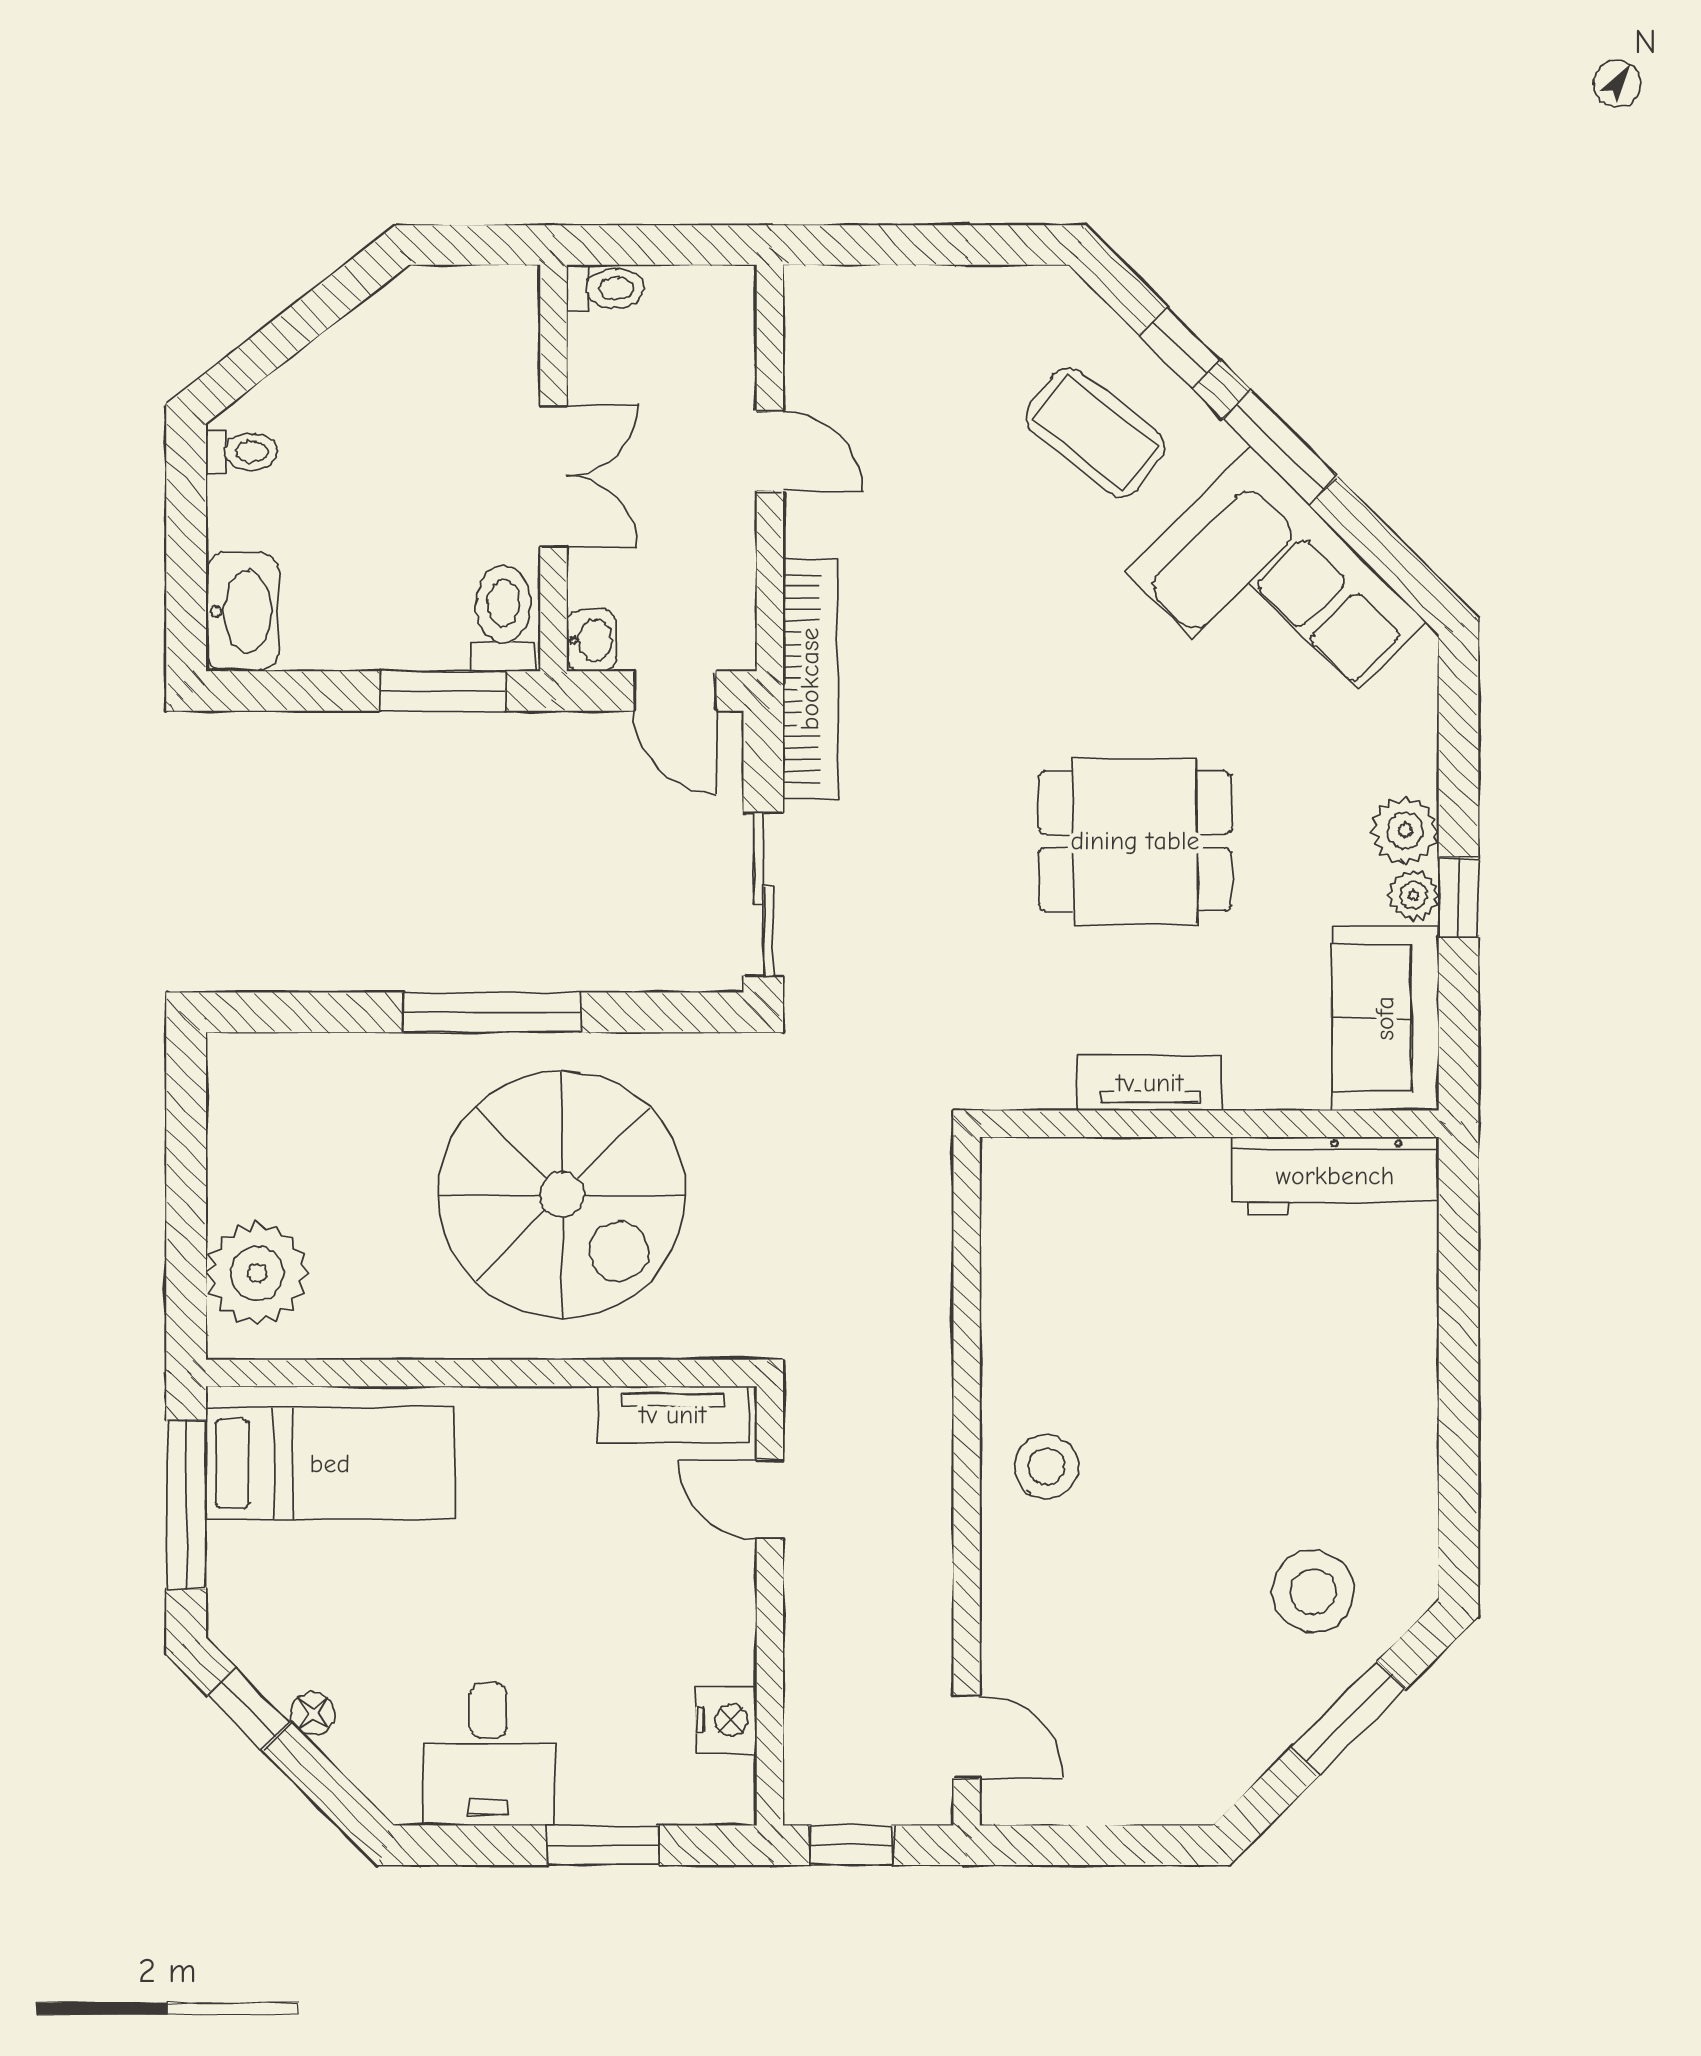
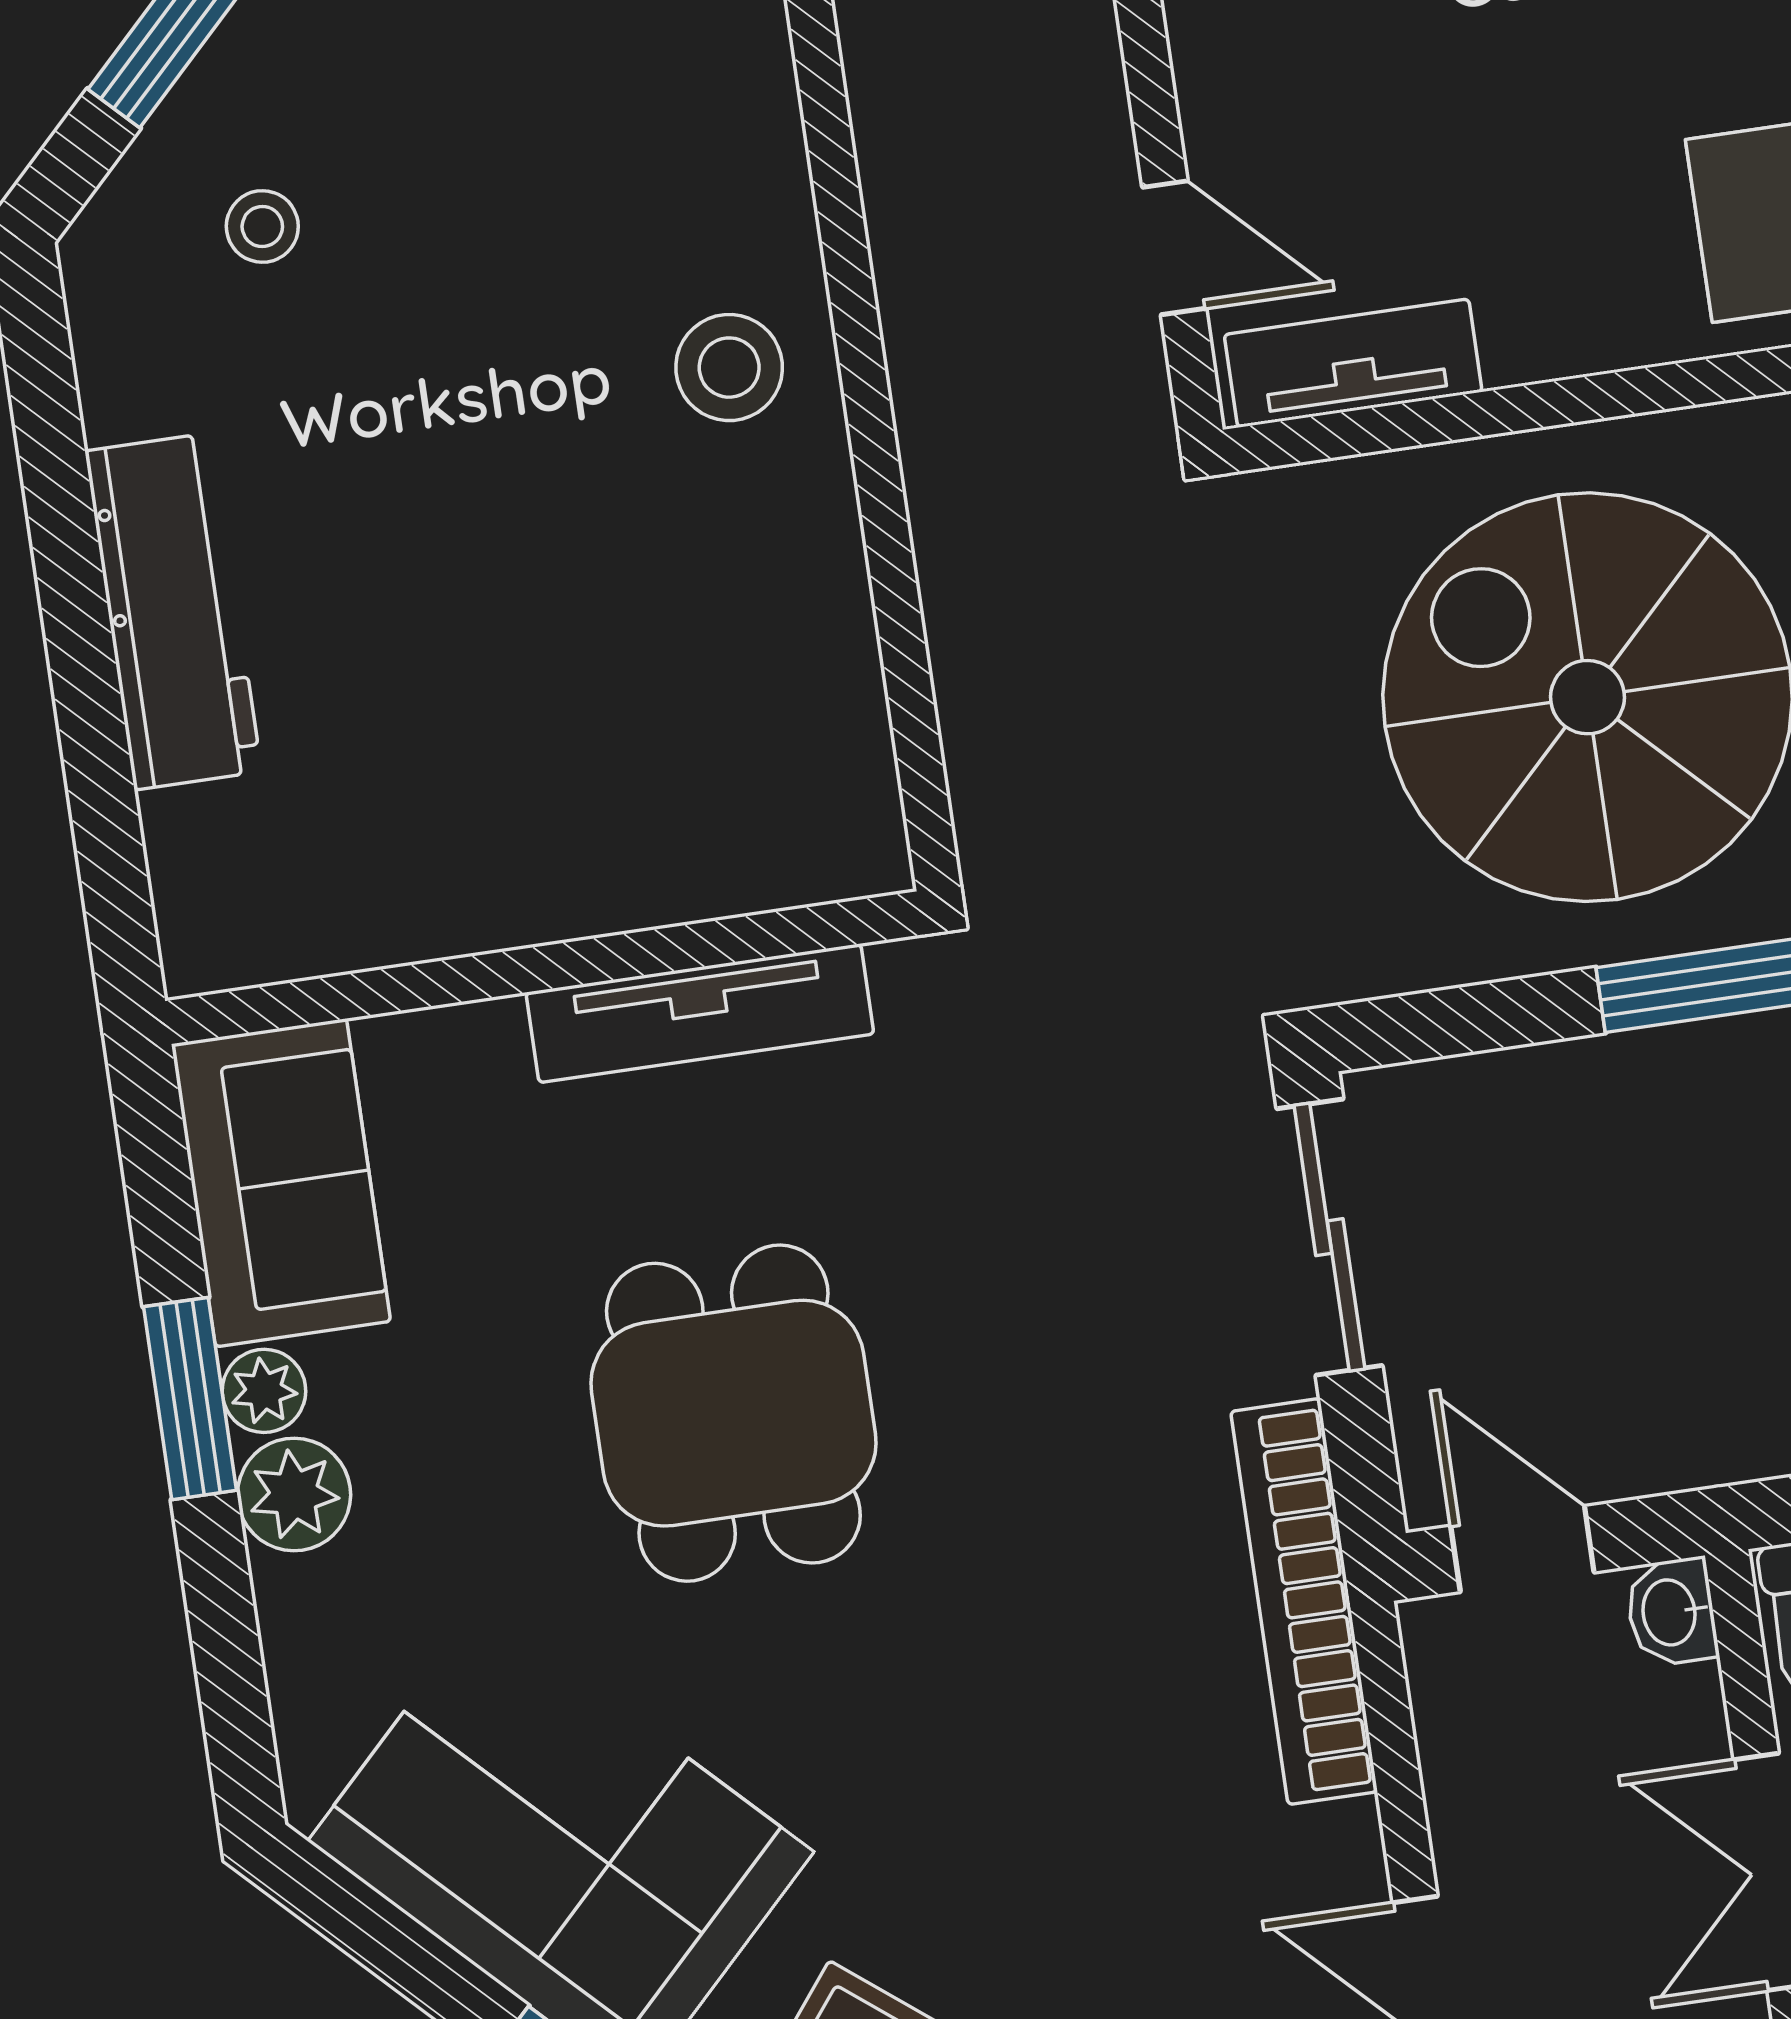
dining table: (1135, 841) -> (733, 1413), turned 90
window: (1459, 897) -> (190, 1399), width x1.50
tv unit: (1150, 1083) -> (700, 1013), width x1.41
workbench: (1335, 1176) -> (173, 611), moved, turned 90
stool: (1313, 1591) -> (262, 226), width x0.53, depth x0.53

